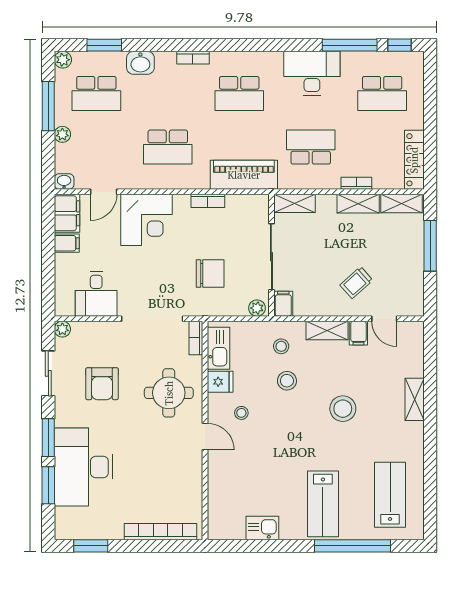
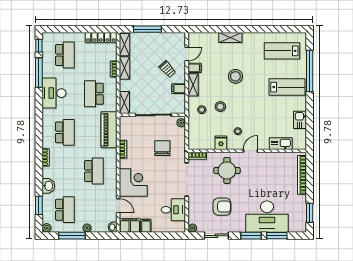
filing cabinet: (283, 304) -> (179, 89), moved
kitchen sink: (219, 348) -> (281, 144), moved

